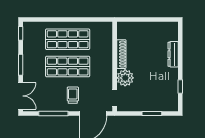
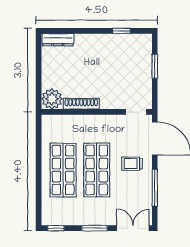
dresser: (173, 54) -> (58, 40), moved
plant: (125, 78) -> (52, 99), moved

